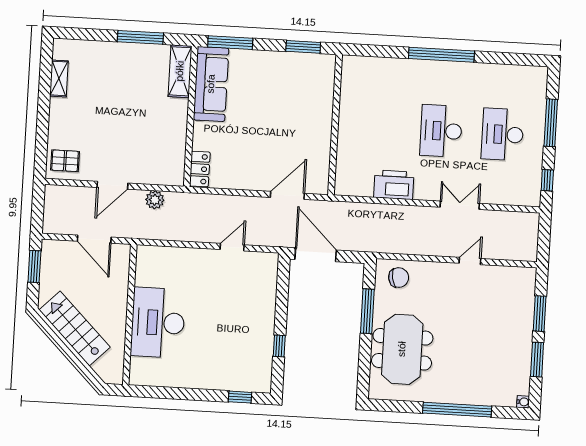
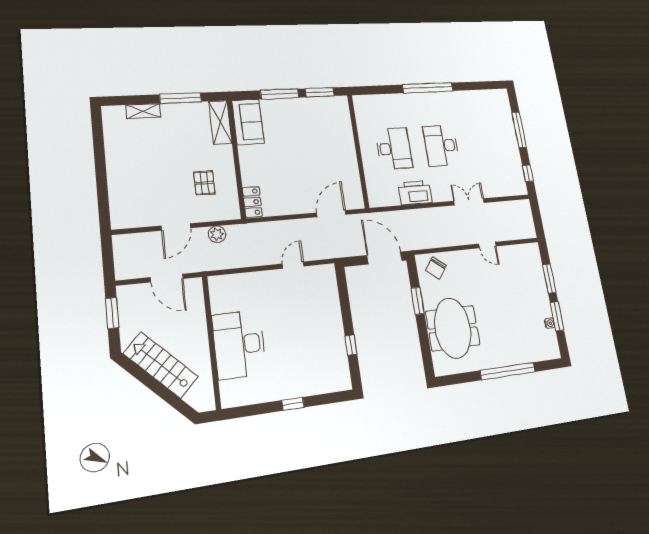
window: (230, 43) -> (280, 94), moved
shelving: (59, 78) -> (143, 111), moved, turned 90
sofa: (211, 84) -> (248, 122), width x0.73
desk: (502, 134) -> (394, 149), moved, turned 180
pallet: (65, 161) -> (204, 183), moved, turned 90
door: (316, 255) -> (385, 258), moved
door: (470, 261) -> (487, 245), swing flipped
chair: (399, 278) -> (436, 268), turned 139
window: (367, 311) -> (418, 301), width x0.69
window: (240, 397) -> (293, 404), moved
water cooler: (523, 402) -> (550, 323), moved

